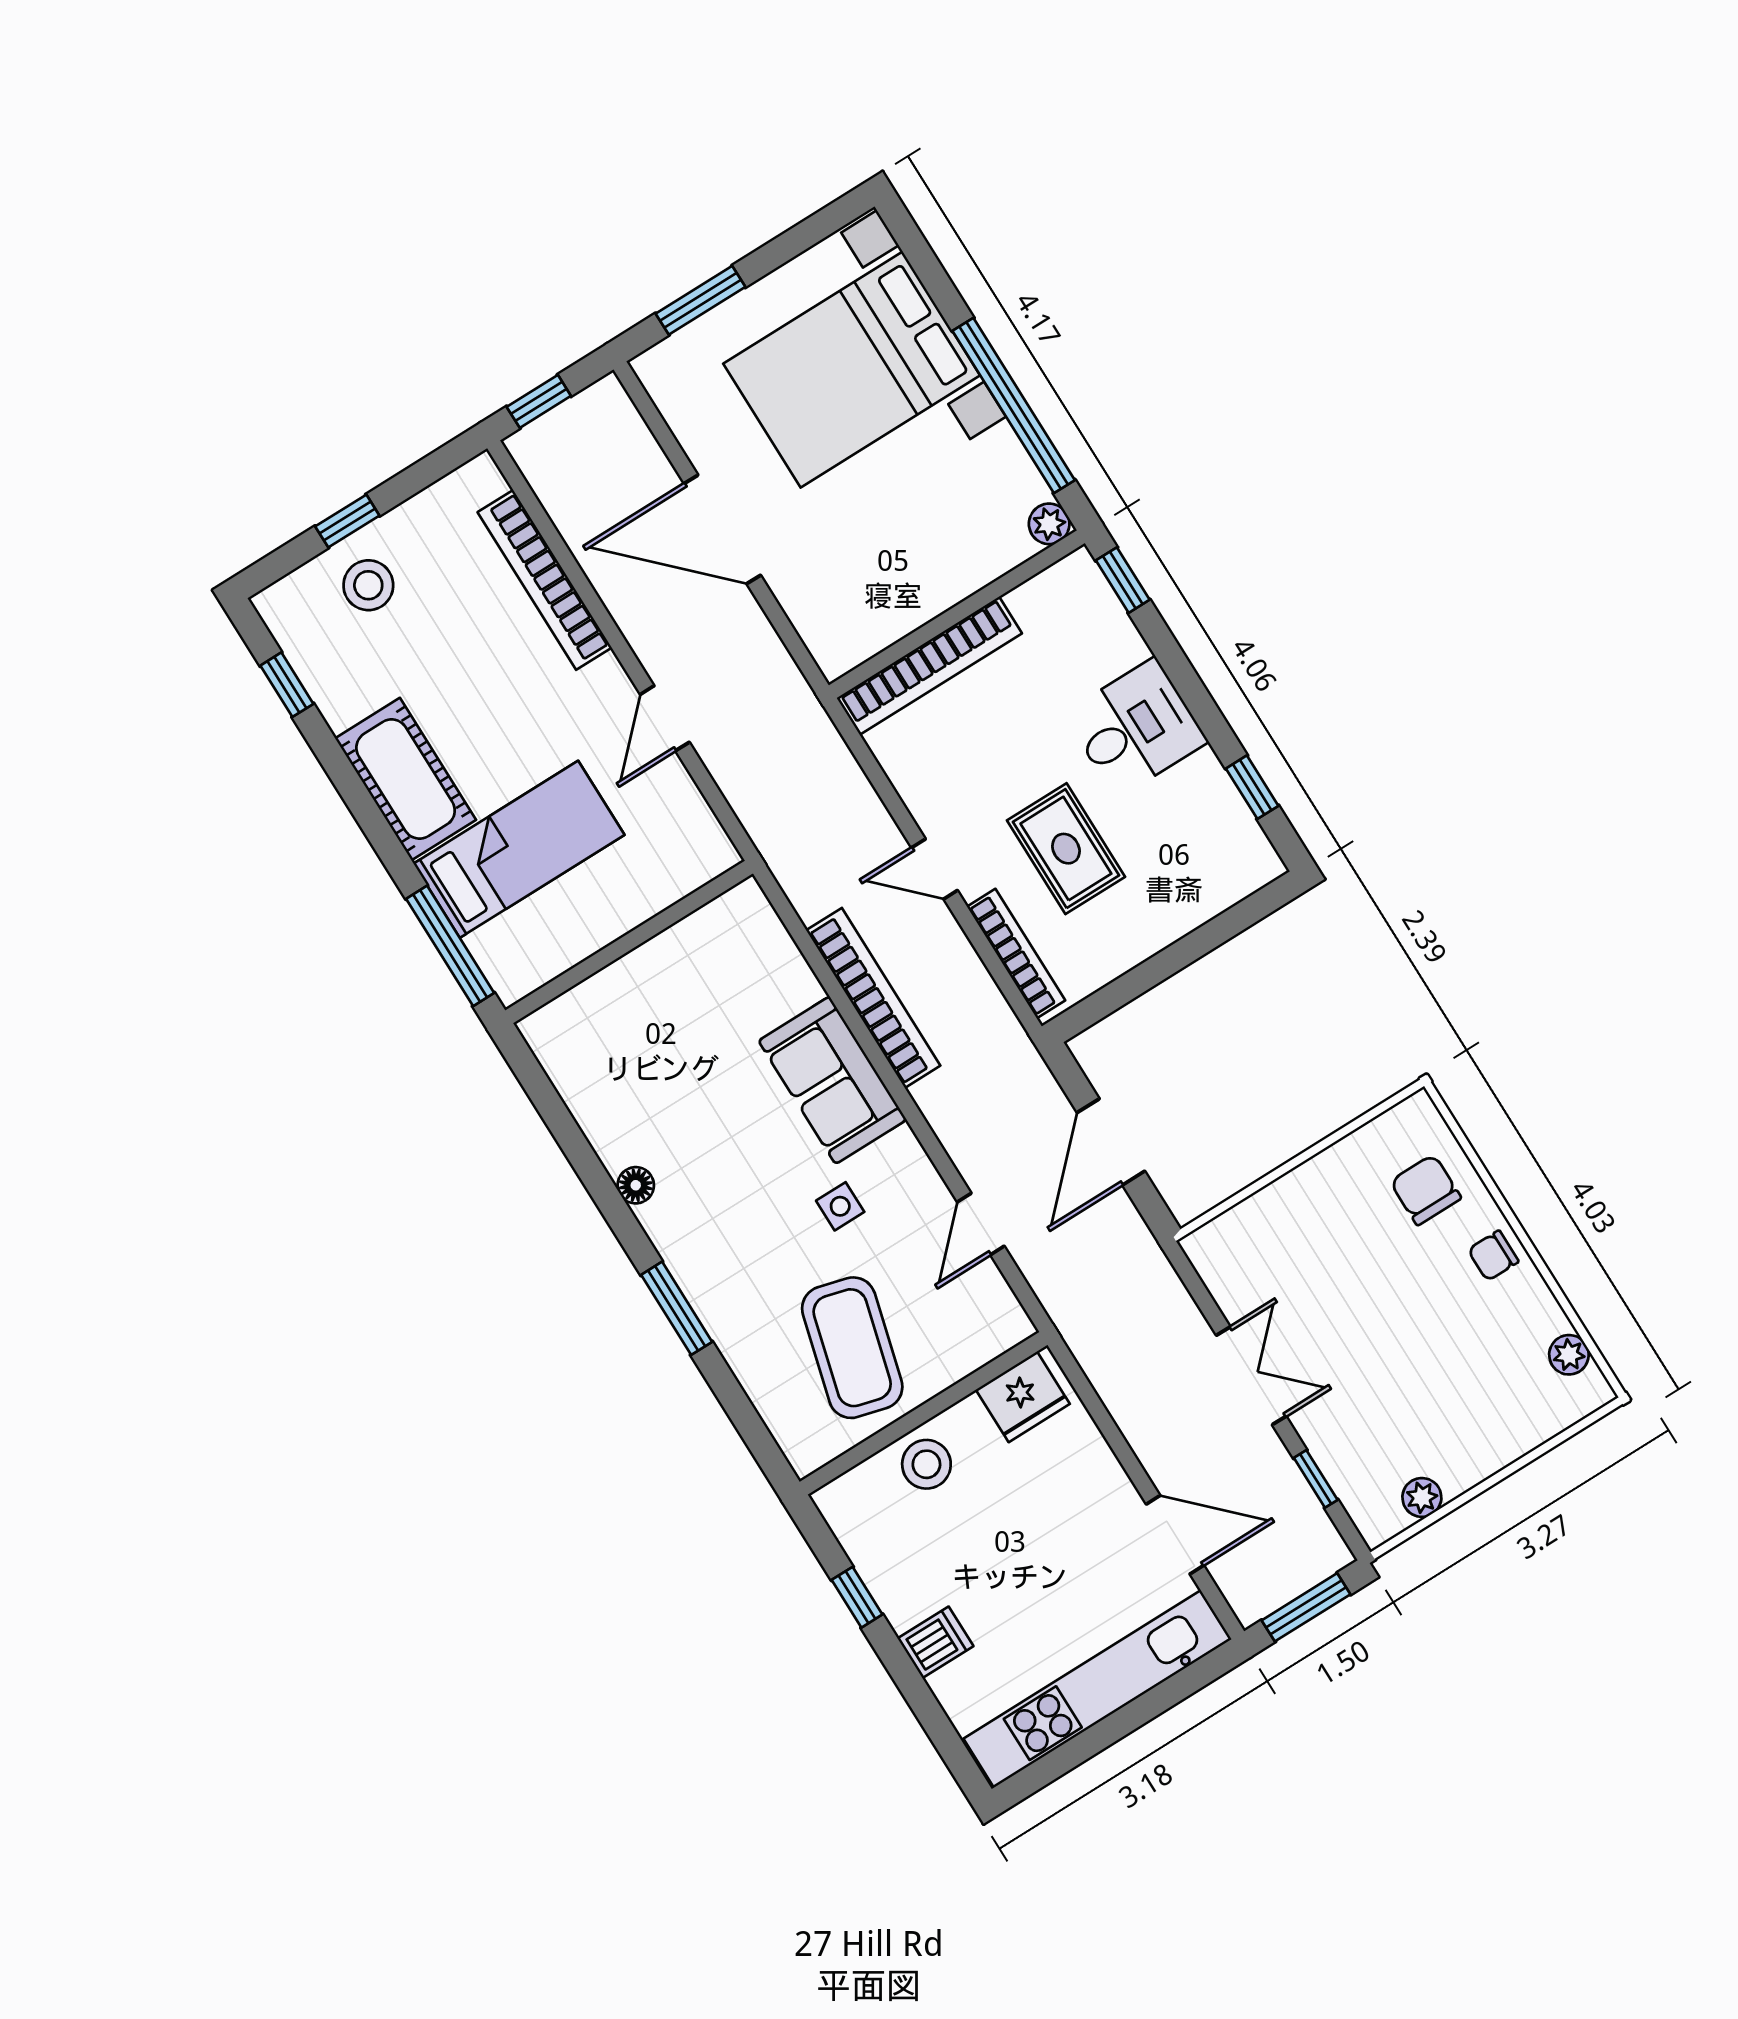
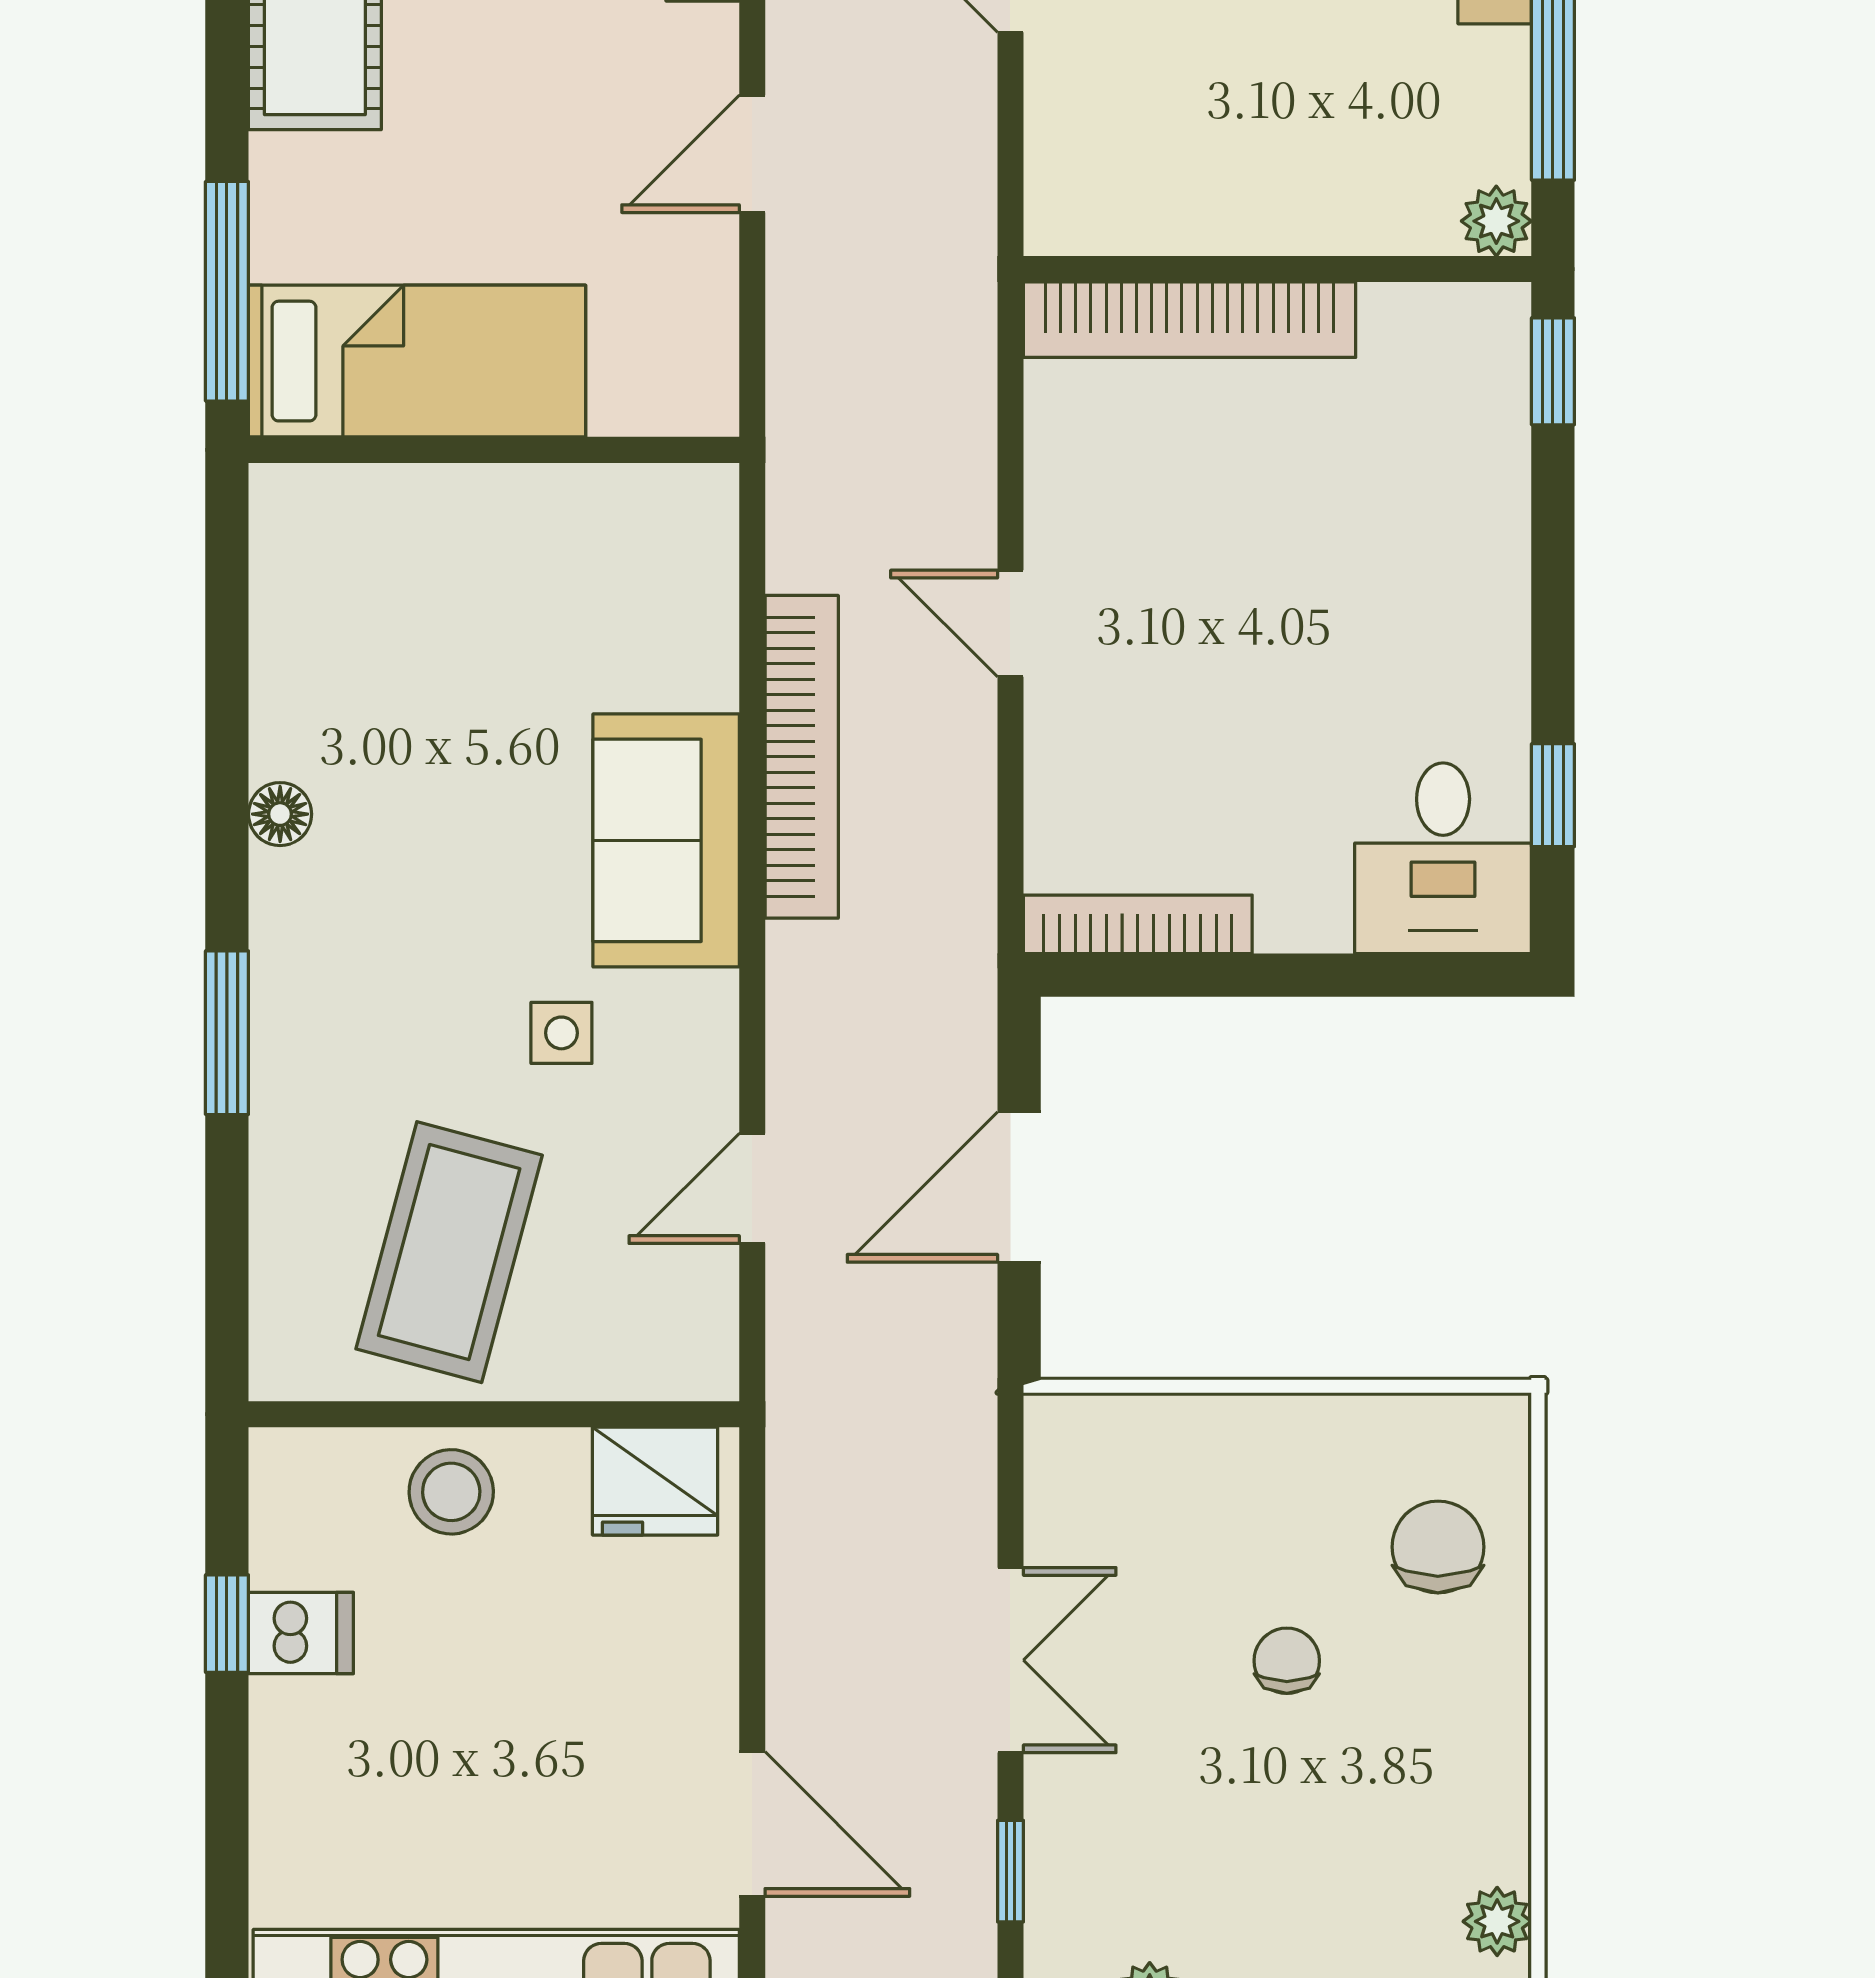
desk: (1136, 728) -> (1443, 858), moved, turned 90
bed: (519, 849) -> (417, 361), moved
rug: (1066, 849) -> (1223, 714), removed
bookcase: (1016, 954) -> (1138, 924), moved, turned -90
chair: (1493, 1256) -> (1287, 1661), moved, turned 90
dishwasher: (936, 1642) -> (301, 1633), moved

